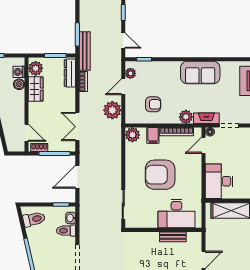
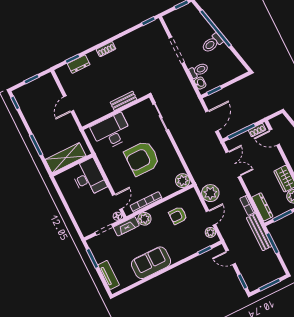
filing cabinet: (153, 135) -> (165, 189), removed
armchair: (160, 175) -> (142, 158), turned 180
toilet: (34, 219) -> (212, 43), moved
bench: (173, 237) -> (124, 101), moved

